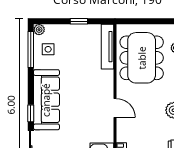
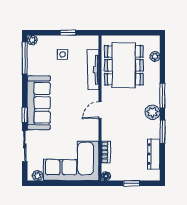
tv unit: (107, 47) -> (93, 70), moved
side table: (48, 49) -> (63, 54), moved
door: (115, 108) -> (100, 110), swing flipped

